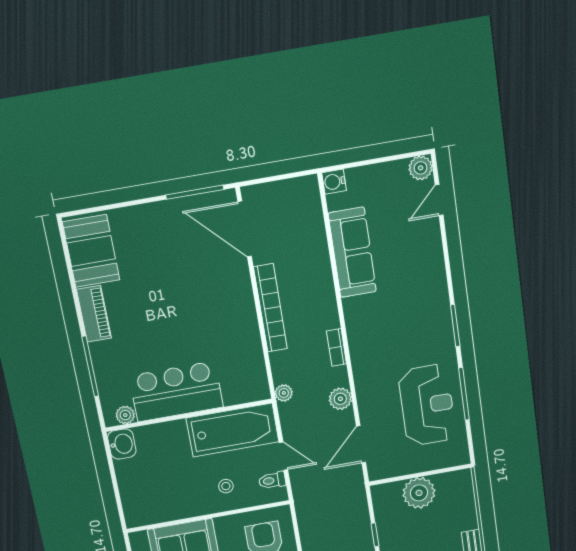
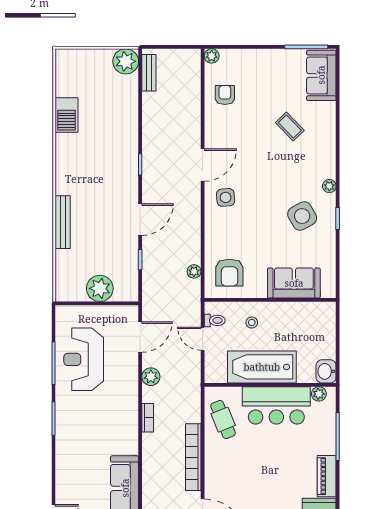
cafe table: (241, 362) -> (223, 420), added
plant: (284, 393) -> (194, 271), moved
bathtub: (233, 430) -> (262, 367), moved

